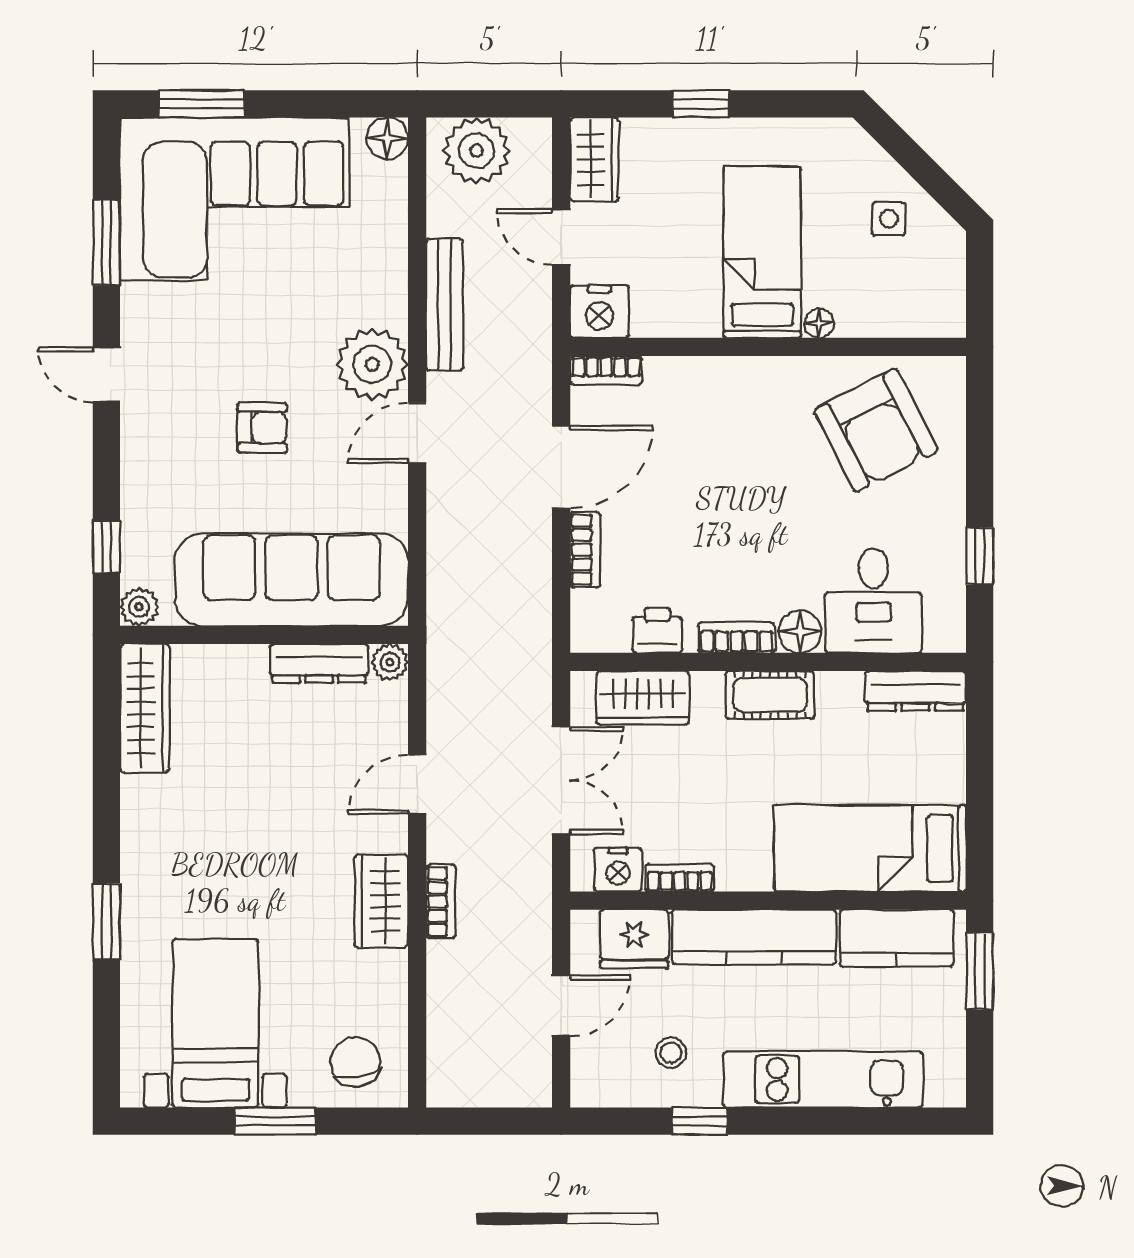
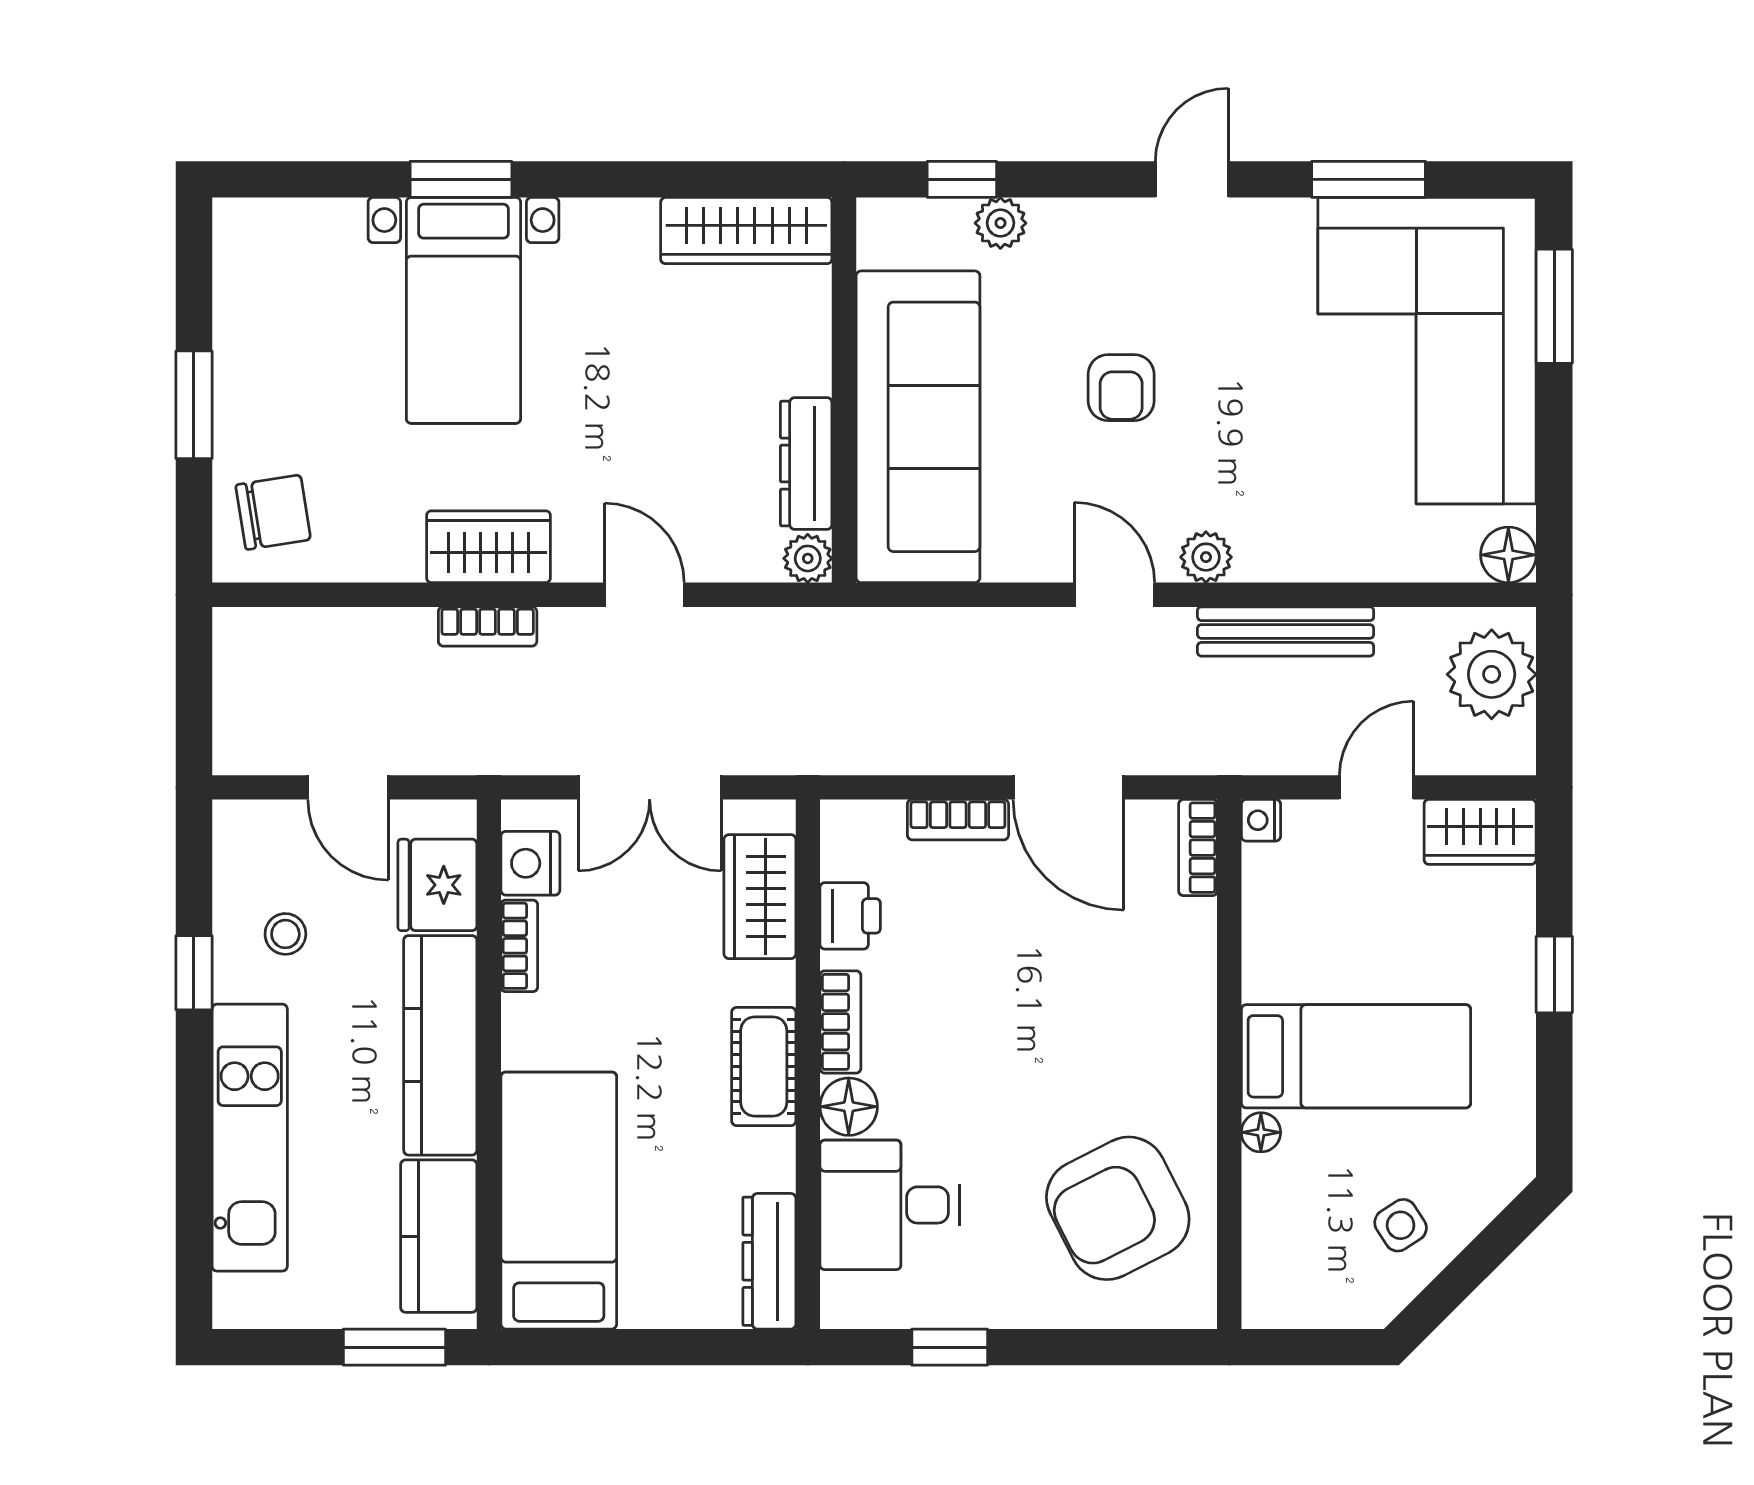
side table: (889, 219) -> (1401, 1225), turned -33
nightstand: (600, 312) -> (1261, 820), width x0.53, depth x0.56
plant: (372, 364) -> (1206, 557), width x0.53, depth x0.53
plant: (139, 607) -> (1000, 223), moved
bed with nightstands: (215, 1023) -> (463, 310), moved, turned 90

